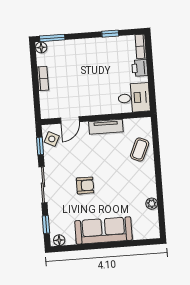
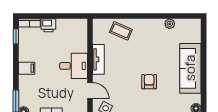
window: (110, 34) -> (16, 36), moved
filing cabinet: (90, 47) -> (27, 68), added
desk: (134, 98) -> (73, 66), moved, turned 90

